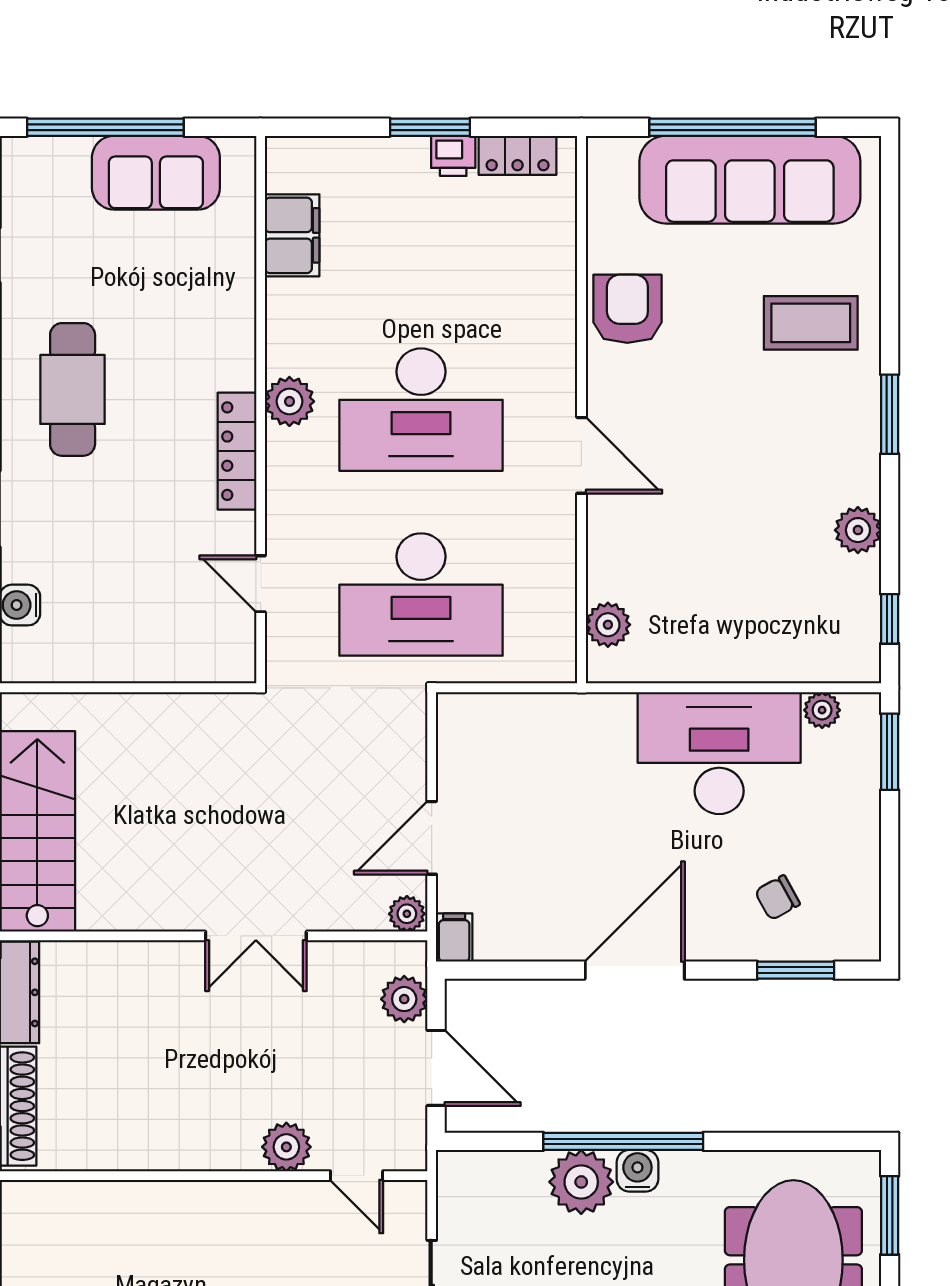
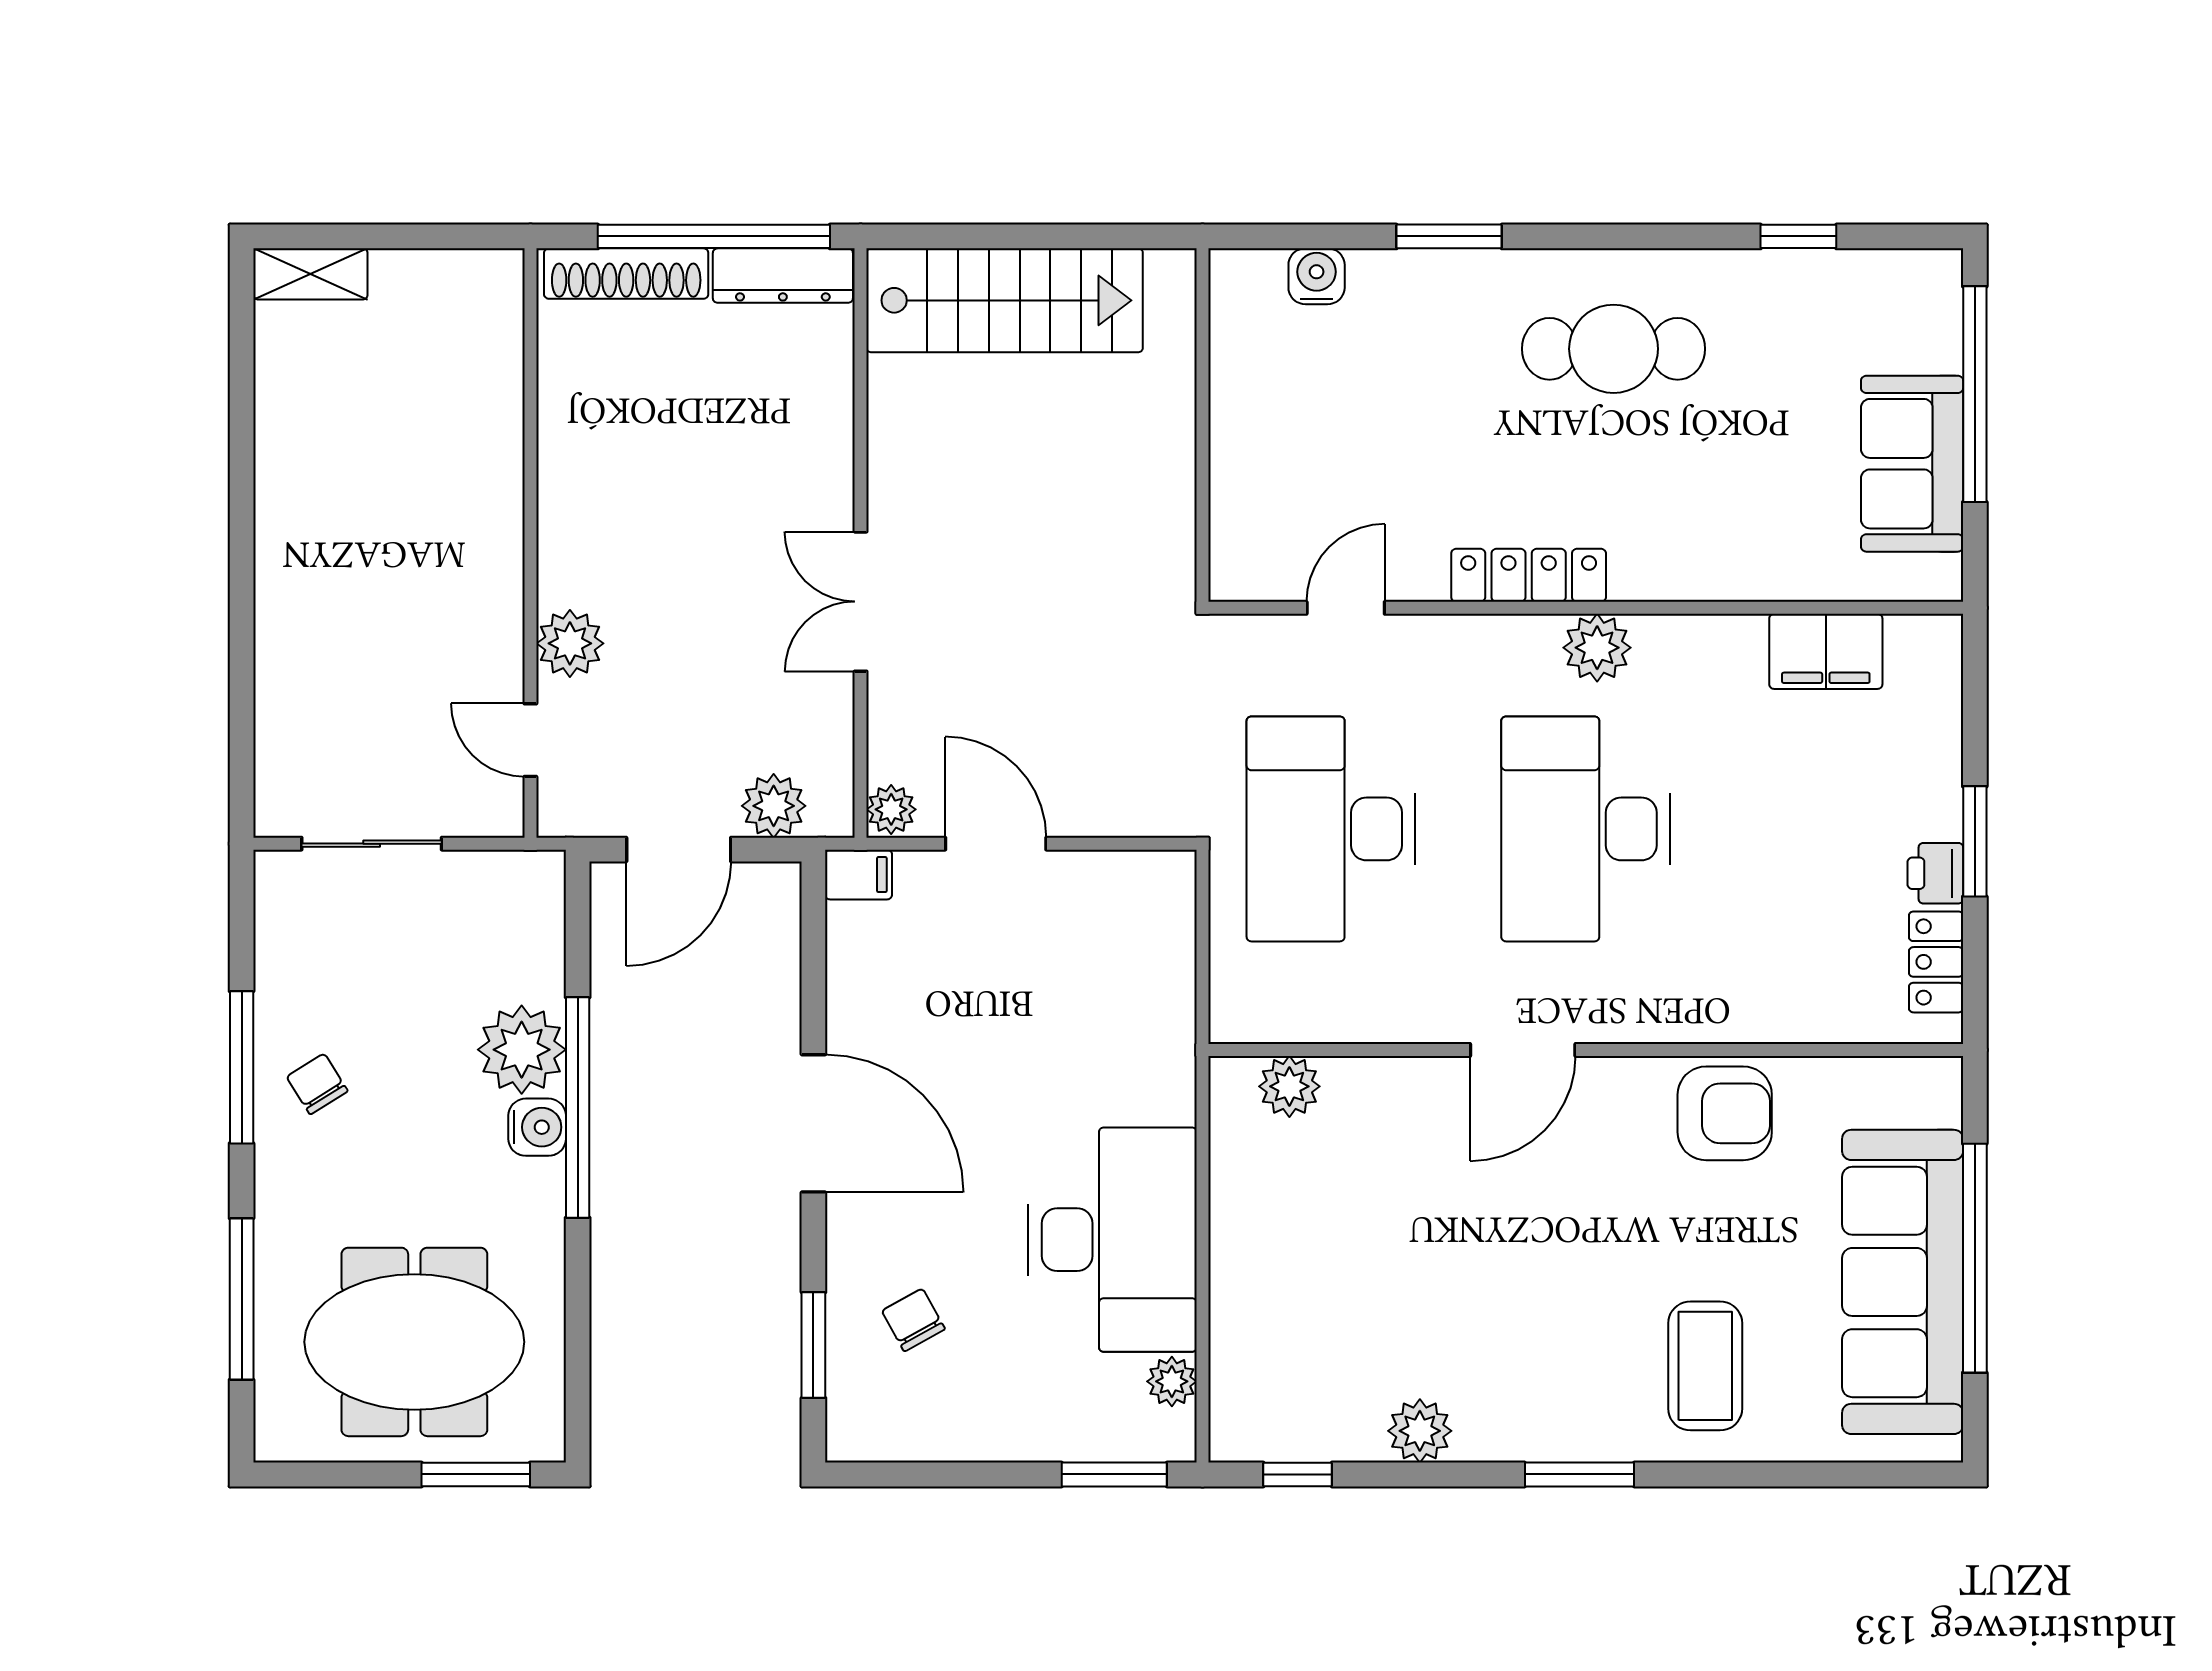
door: (357, 1176) -> (530, 740), hinge flipped

